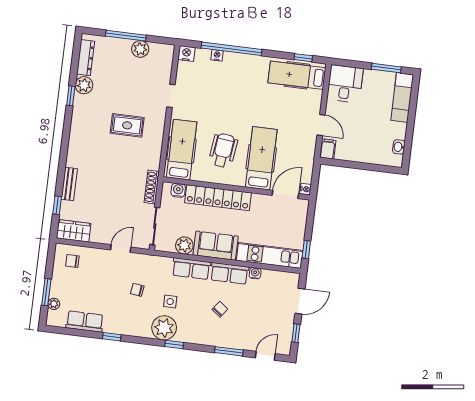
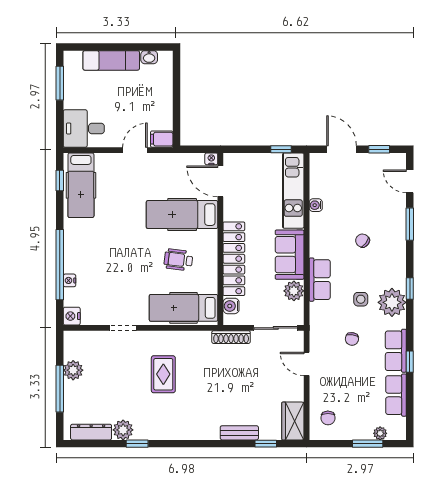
exam couch: (402, 98) -> (111, 60), moved
wheelchair: (223, 150) -> (178, 260), width x0.73, depth x0.73
row of seats: (229, 273) -> (396, 351), moved, turned 180

